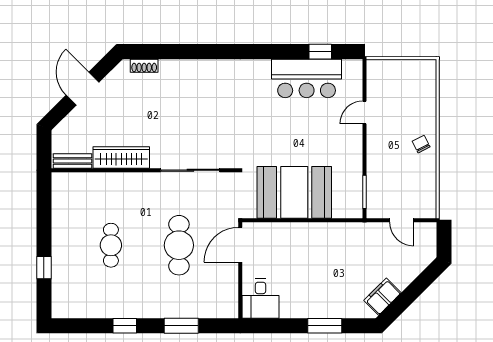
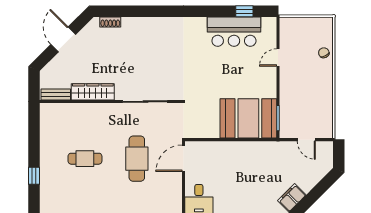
chair: (421, 144) -> (324, 53), moved
booth: (294, 192) -> (248, 118), moved
cafe table: (111, 245) -> (85, 159), turned 90

